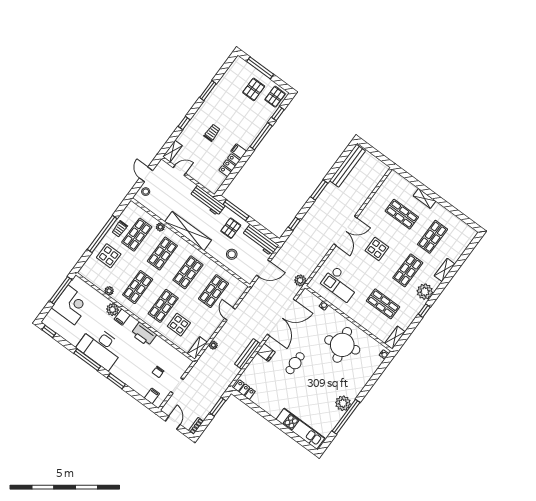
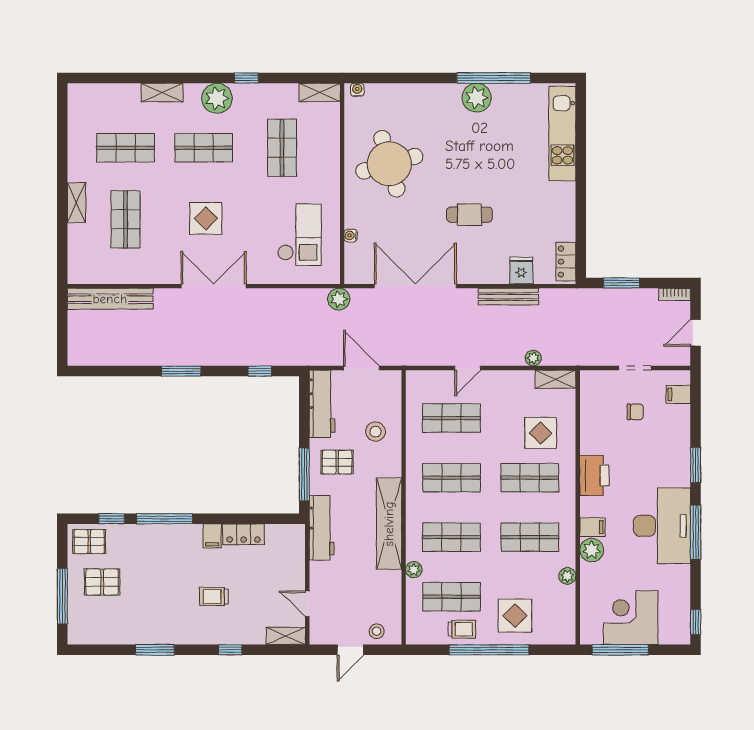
bench: (347, 166) -> (110, 299), moved
fridge: (266, 353) -> (521, 270), moved

